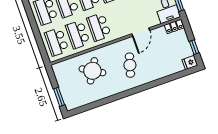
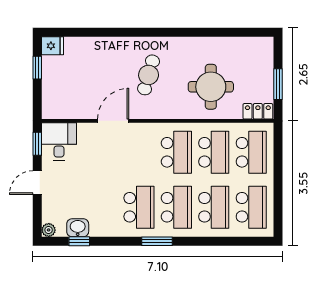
locker: (174, 26) -> (258, 111), moved
round table: (92, 71) -> (211, 87), turned -30
window: (59, 97) -> (278, 84), moved

